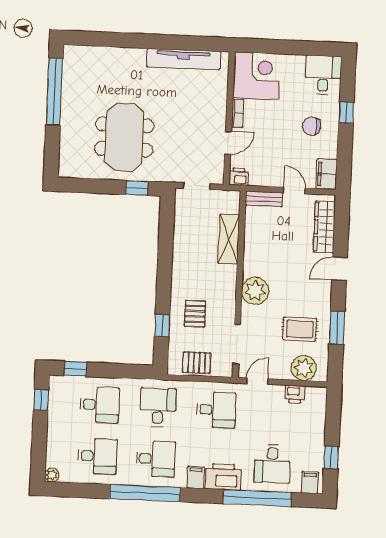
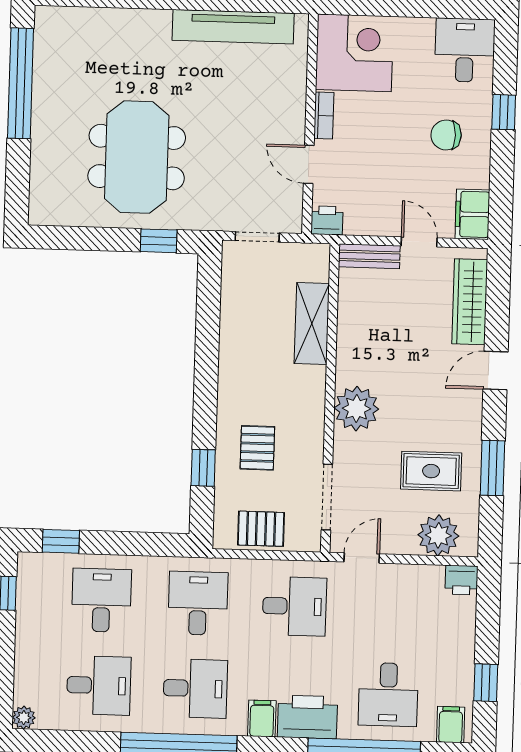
door: (228, 143) -> (309, 164), swing flipped
printer: (295, 394) -> (461, 580), moved
desk: (100, 405) -> (101, 600), turned -90

